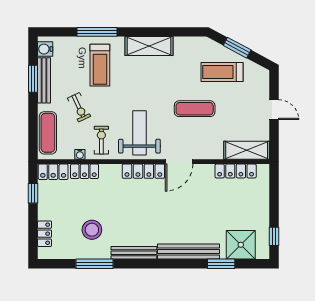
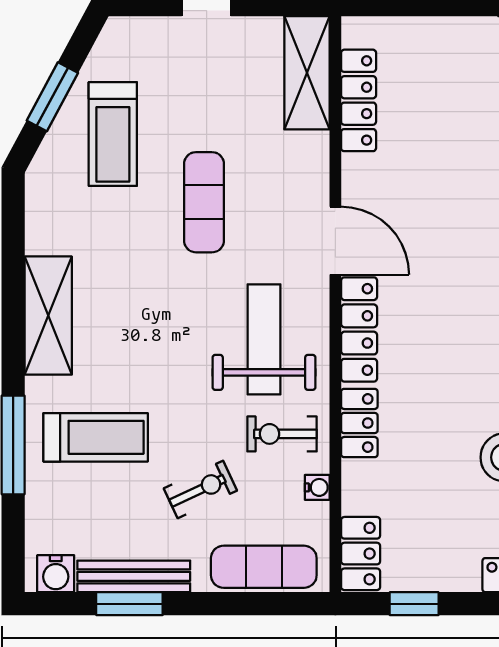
weight bench: (139, 133) -> (264, 339), turned 90
locker: (84, 171) -> (359, 423), moved

